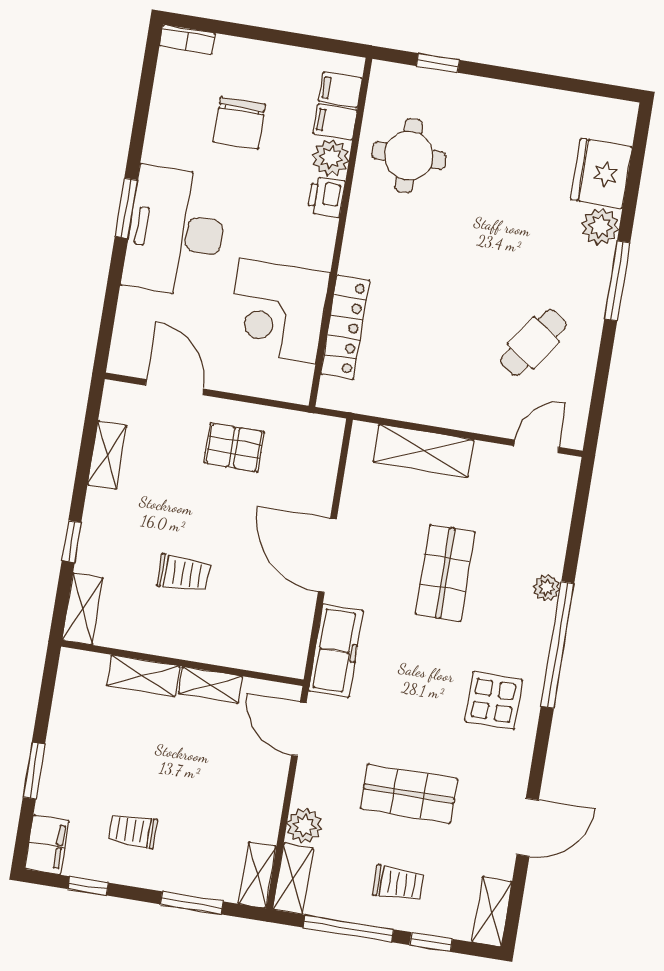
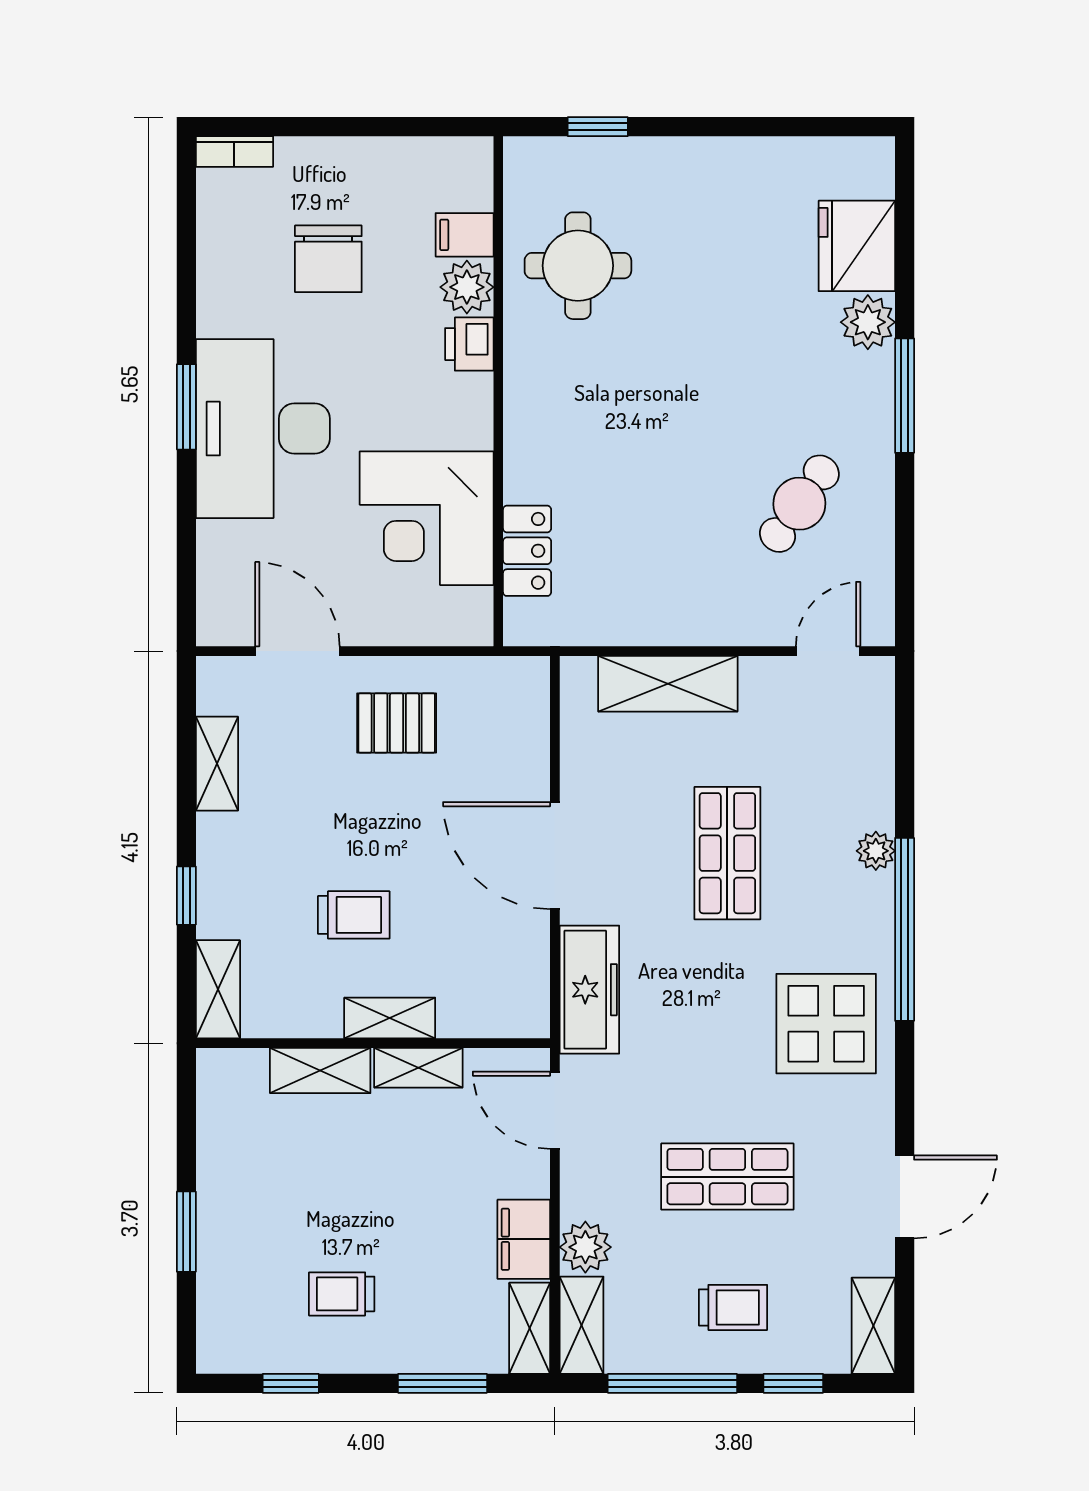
filing cabinet: (340, 90) -> (465, 188), removed
locker: (345, 327) -> (527, 551), width x0.66
shelving: (196, 648) -> (390, 1018), added
display table: (494, 700) -> (826, 1024), width x1.36, depth x1.36
filing cabinet: (47, 845) -> (524, 1239), moved, turned 180

